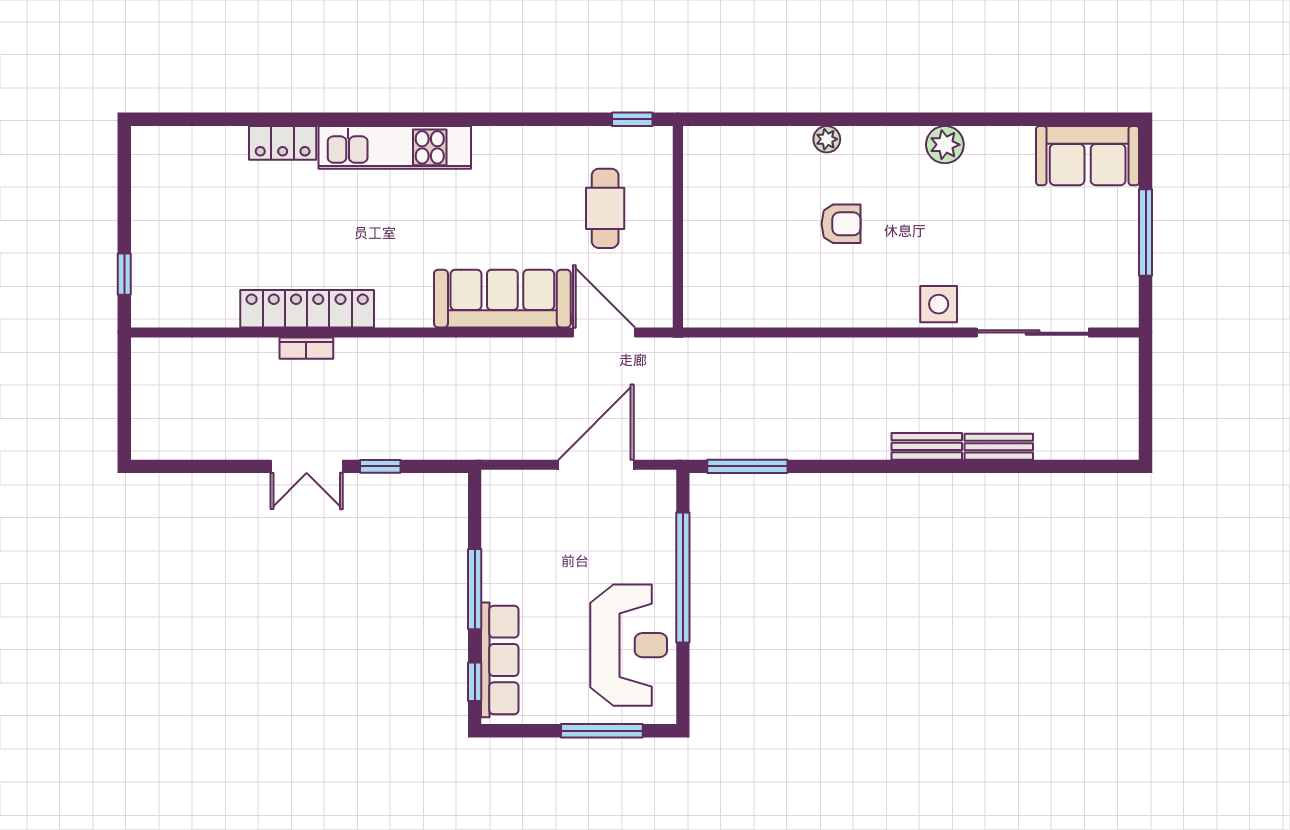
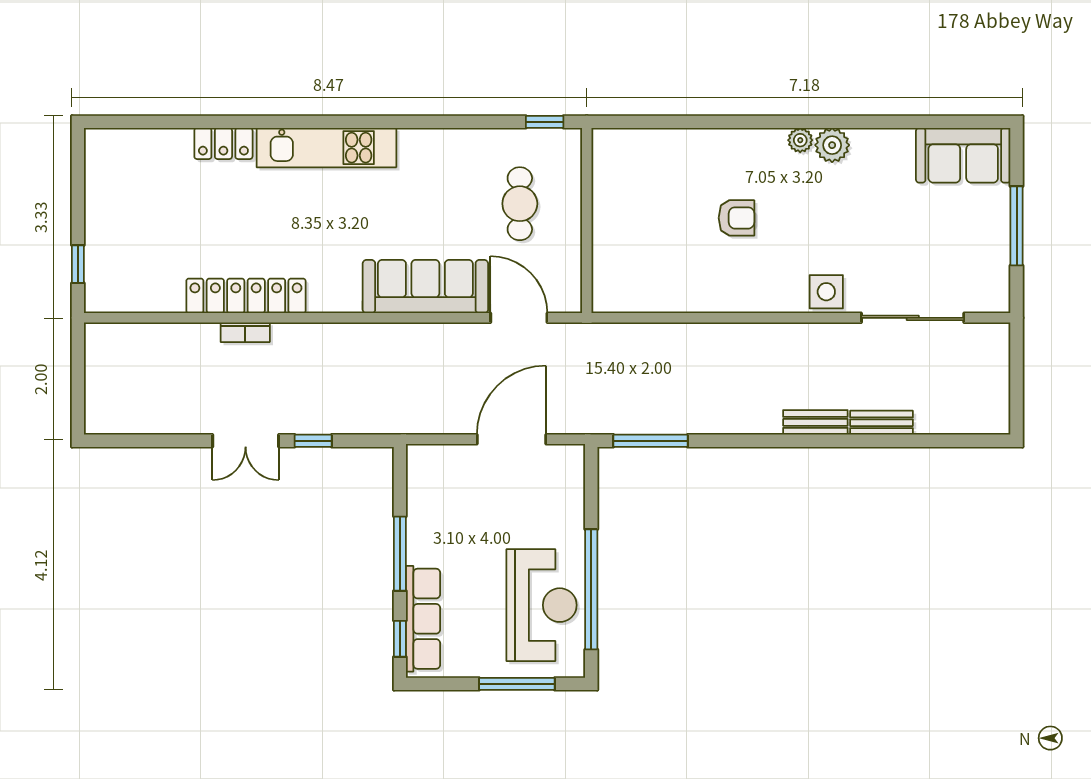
plant: (827, 139) -> (800, 140), moved
window: (683, 578) -> (591, 589), moved

